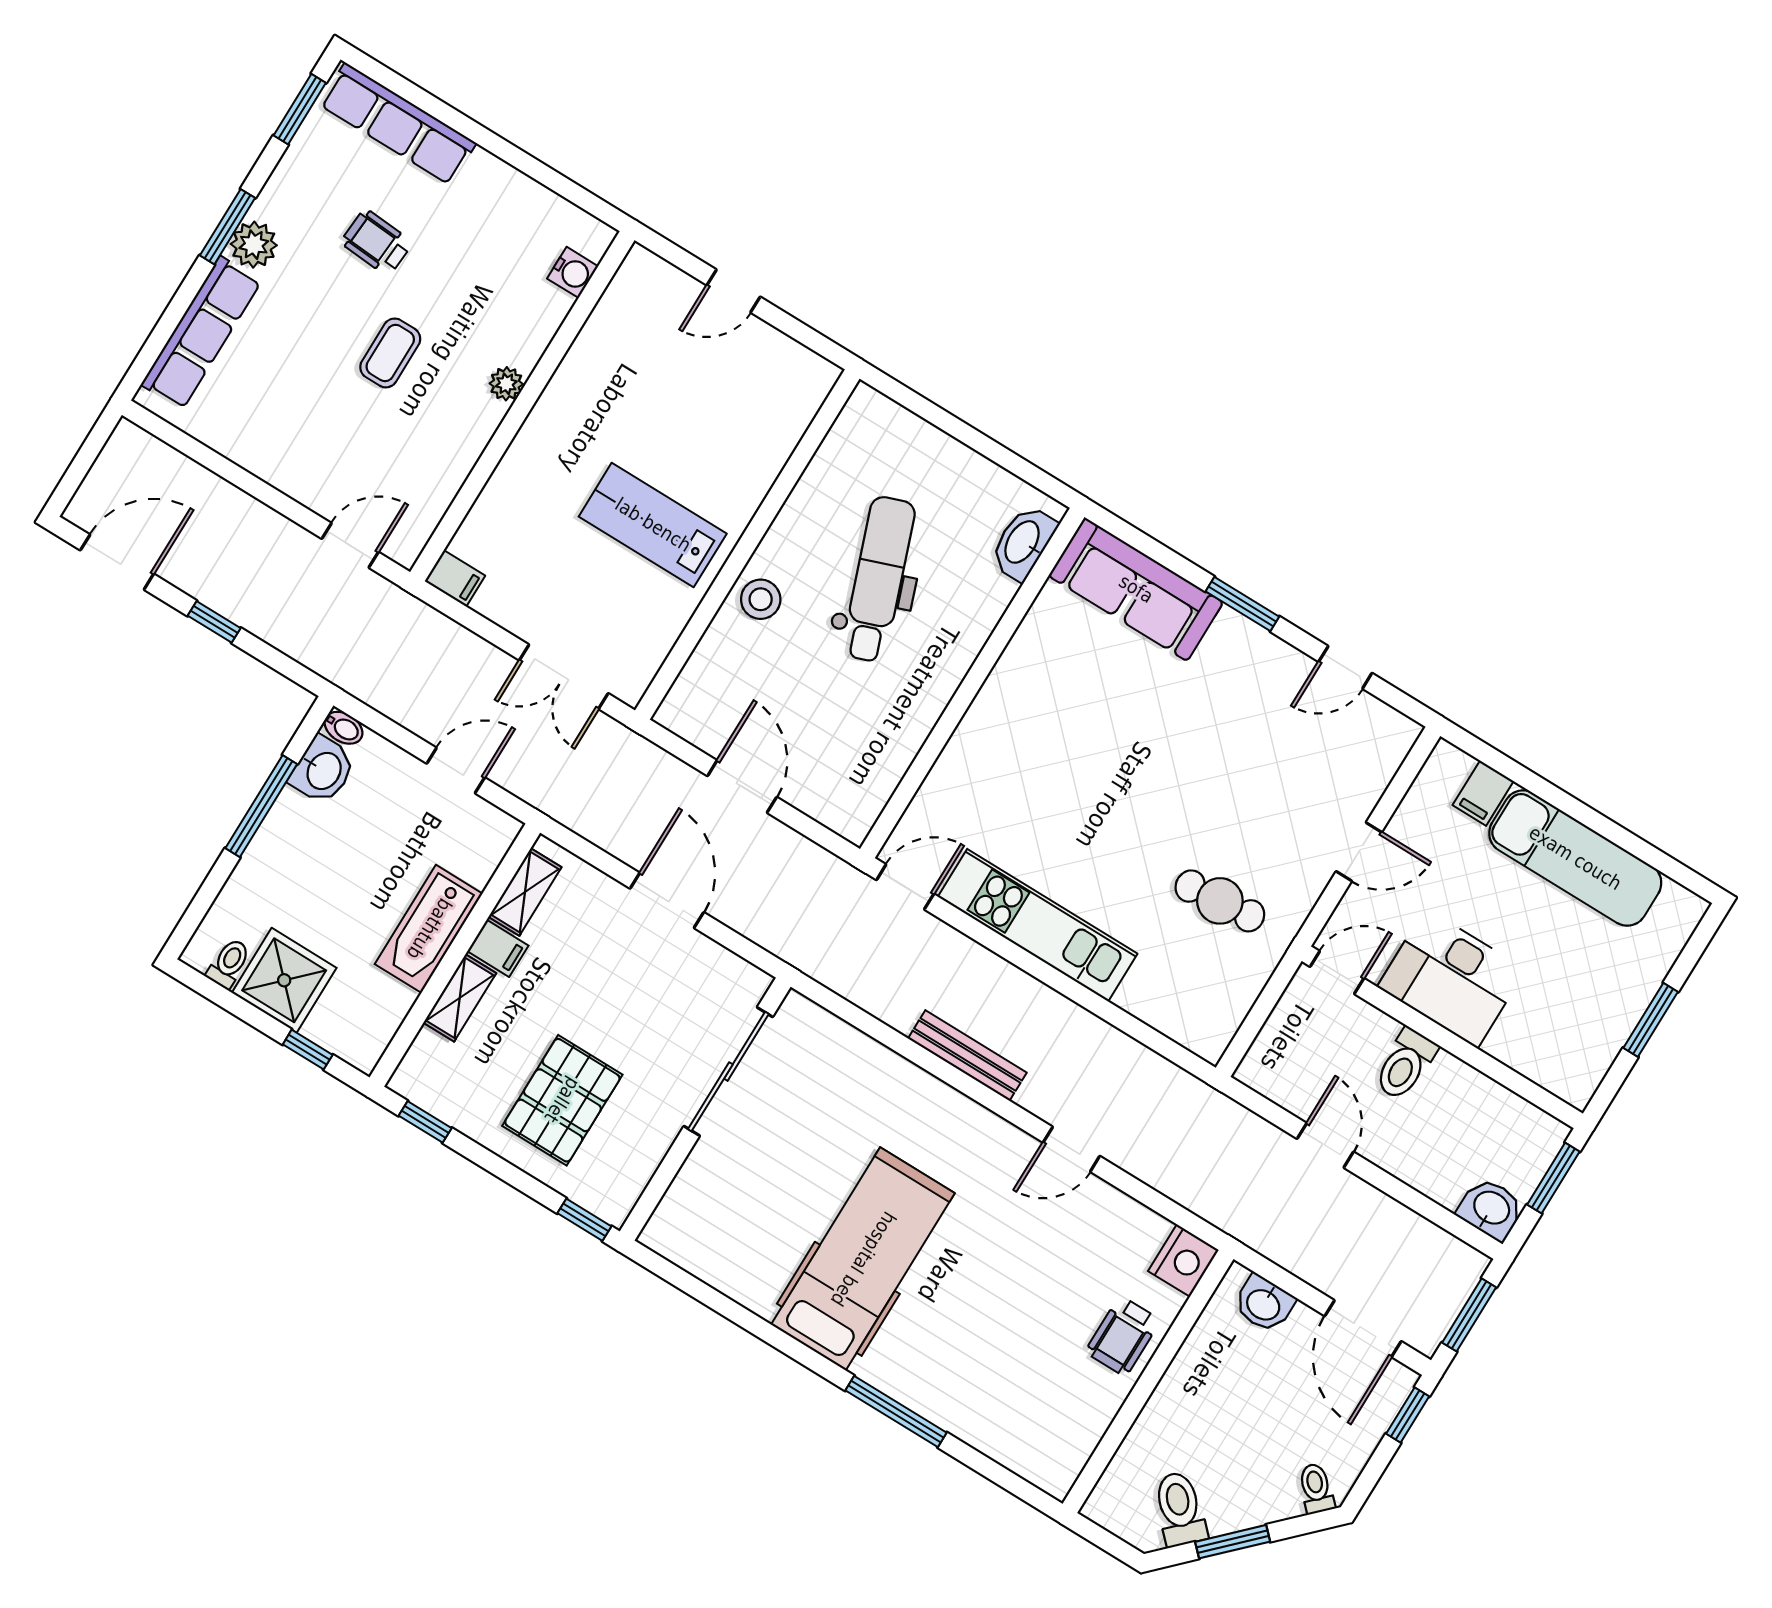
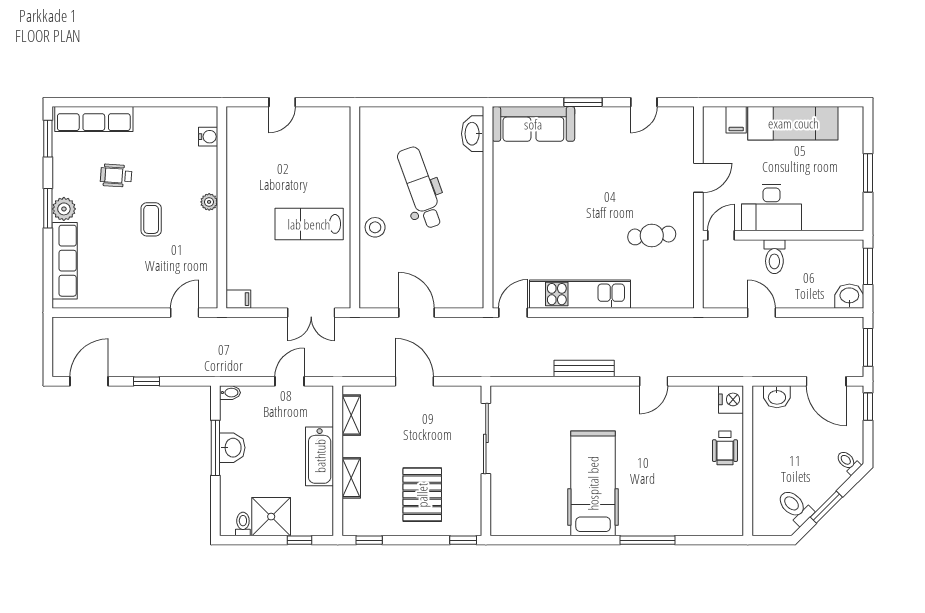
washbasin: (323, 770) -> (232, 448), moved
filing cabinet: (498, 948) -> (354, 446), removed

